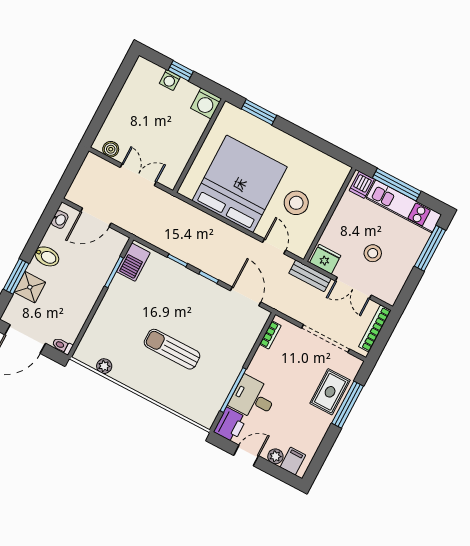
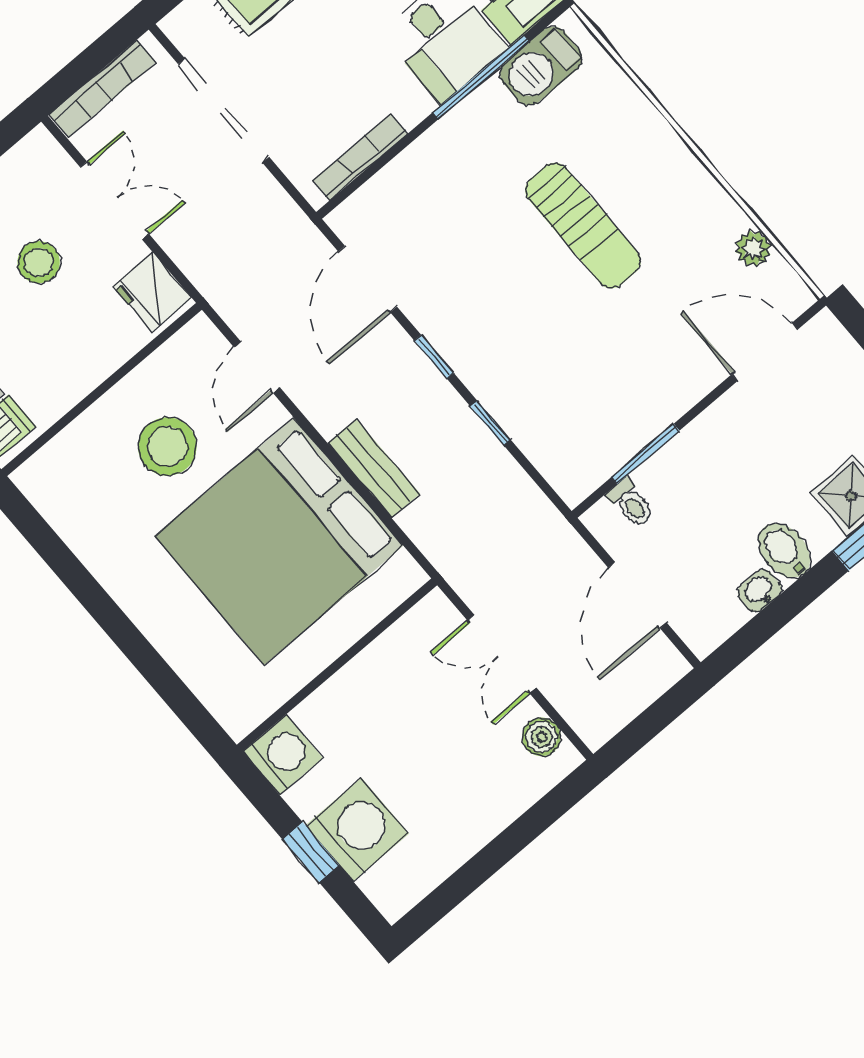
washing machine: (170, 80) -> (357, 830), width x1.89, depth x1.89
window: (259, 112) -> (170, 687), removed
door: (96, 217) -> (637, 595), swing flipped
washbasin: (60, 220) -> (760, 591), moved
barbecue: (133, 262) -> (541, 66), moved, turned 180
bench: (310, 276) -> (374, 468), moved
door: (84, 329) -> (765, 352), added
bookcase: (270, 335) -> (360, 157), width x1.56
toilet: (62, 346) -> (631, 503), moved

